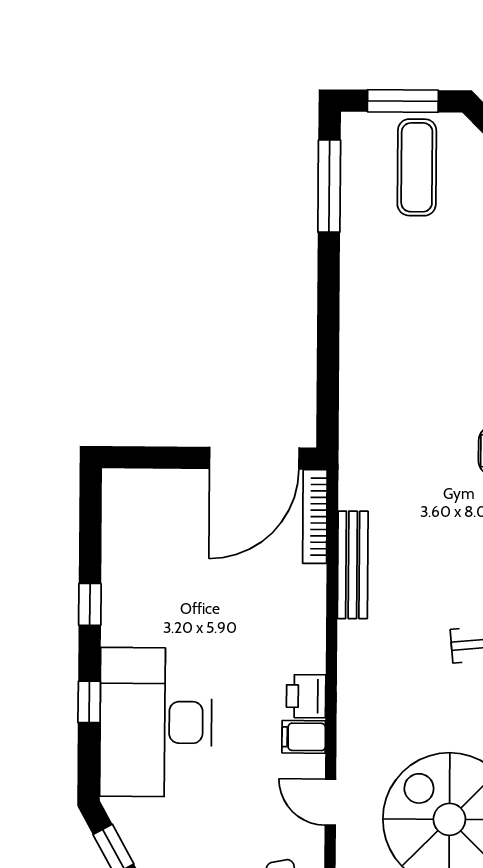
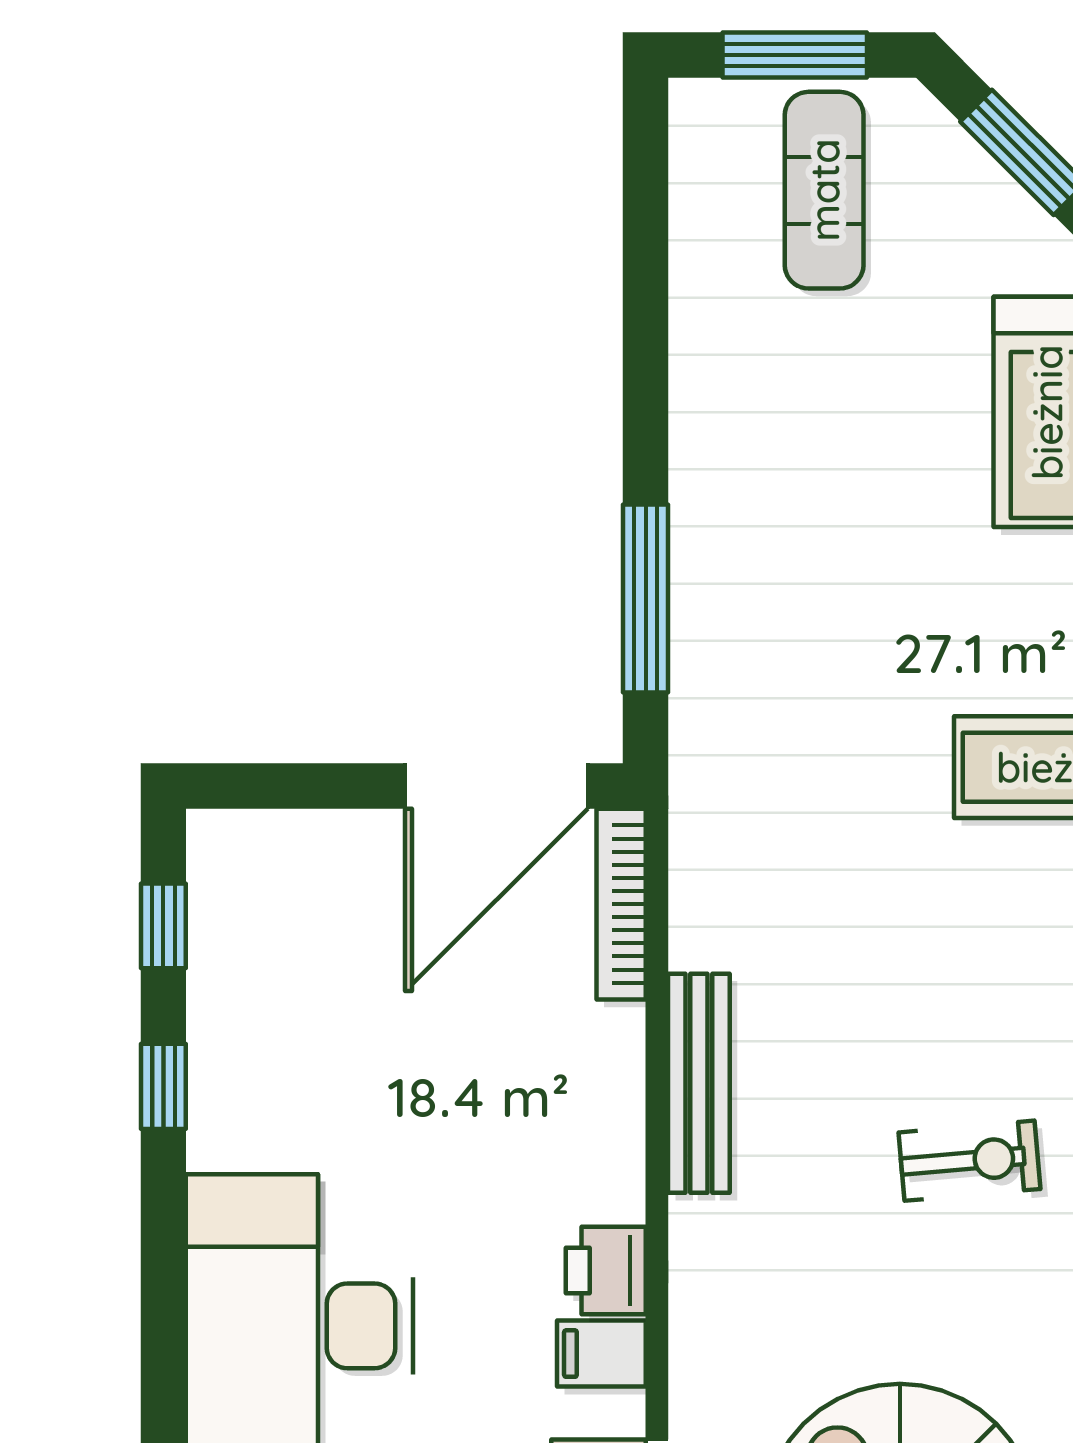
window: (329, 186) -> (646, 599), moved
bench: (353, 565) -> (699, 1083), moved
window: (89, 702) -> (163, 926), moved

